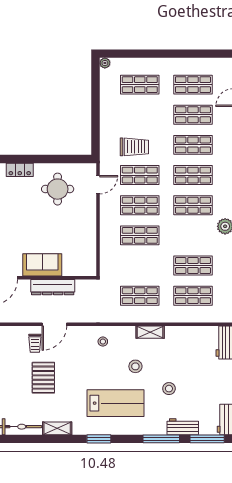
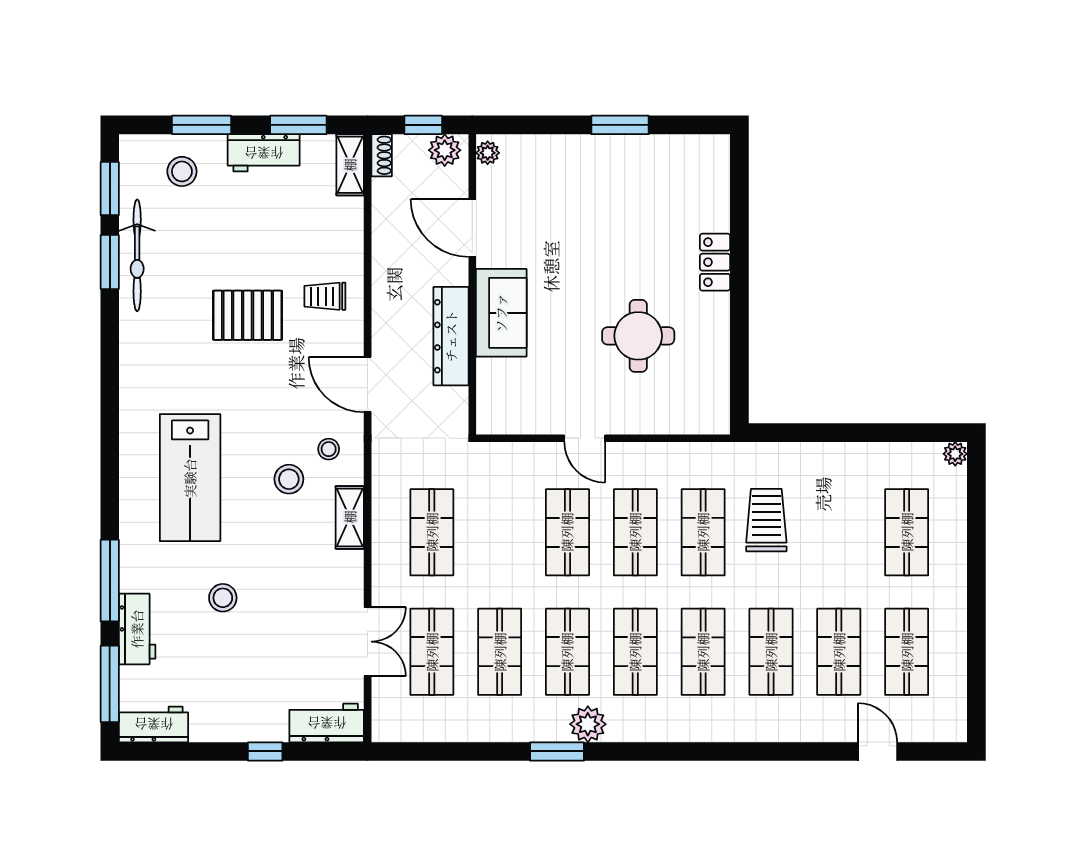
trolley: (134, 147) -> (766, 520), turned 180
door: (98, 185) -> (585, 438), moved
round table: (58, 189) -> (638, 336), moved
shop shelf: (193, 235) -> (567, 652), added
door: (54, 324) -> (368, 385), moved
double door: (188, 324) -> (368, 642), added
shelving: (150, 332) -> (350, 517), moved
stool: (135, 366) -> (289, 479), moved
shelving: (57, 428) -> (134, 346), removed
window: (99, 439) -> (110, 262), moved

